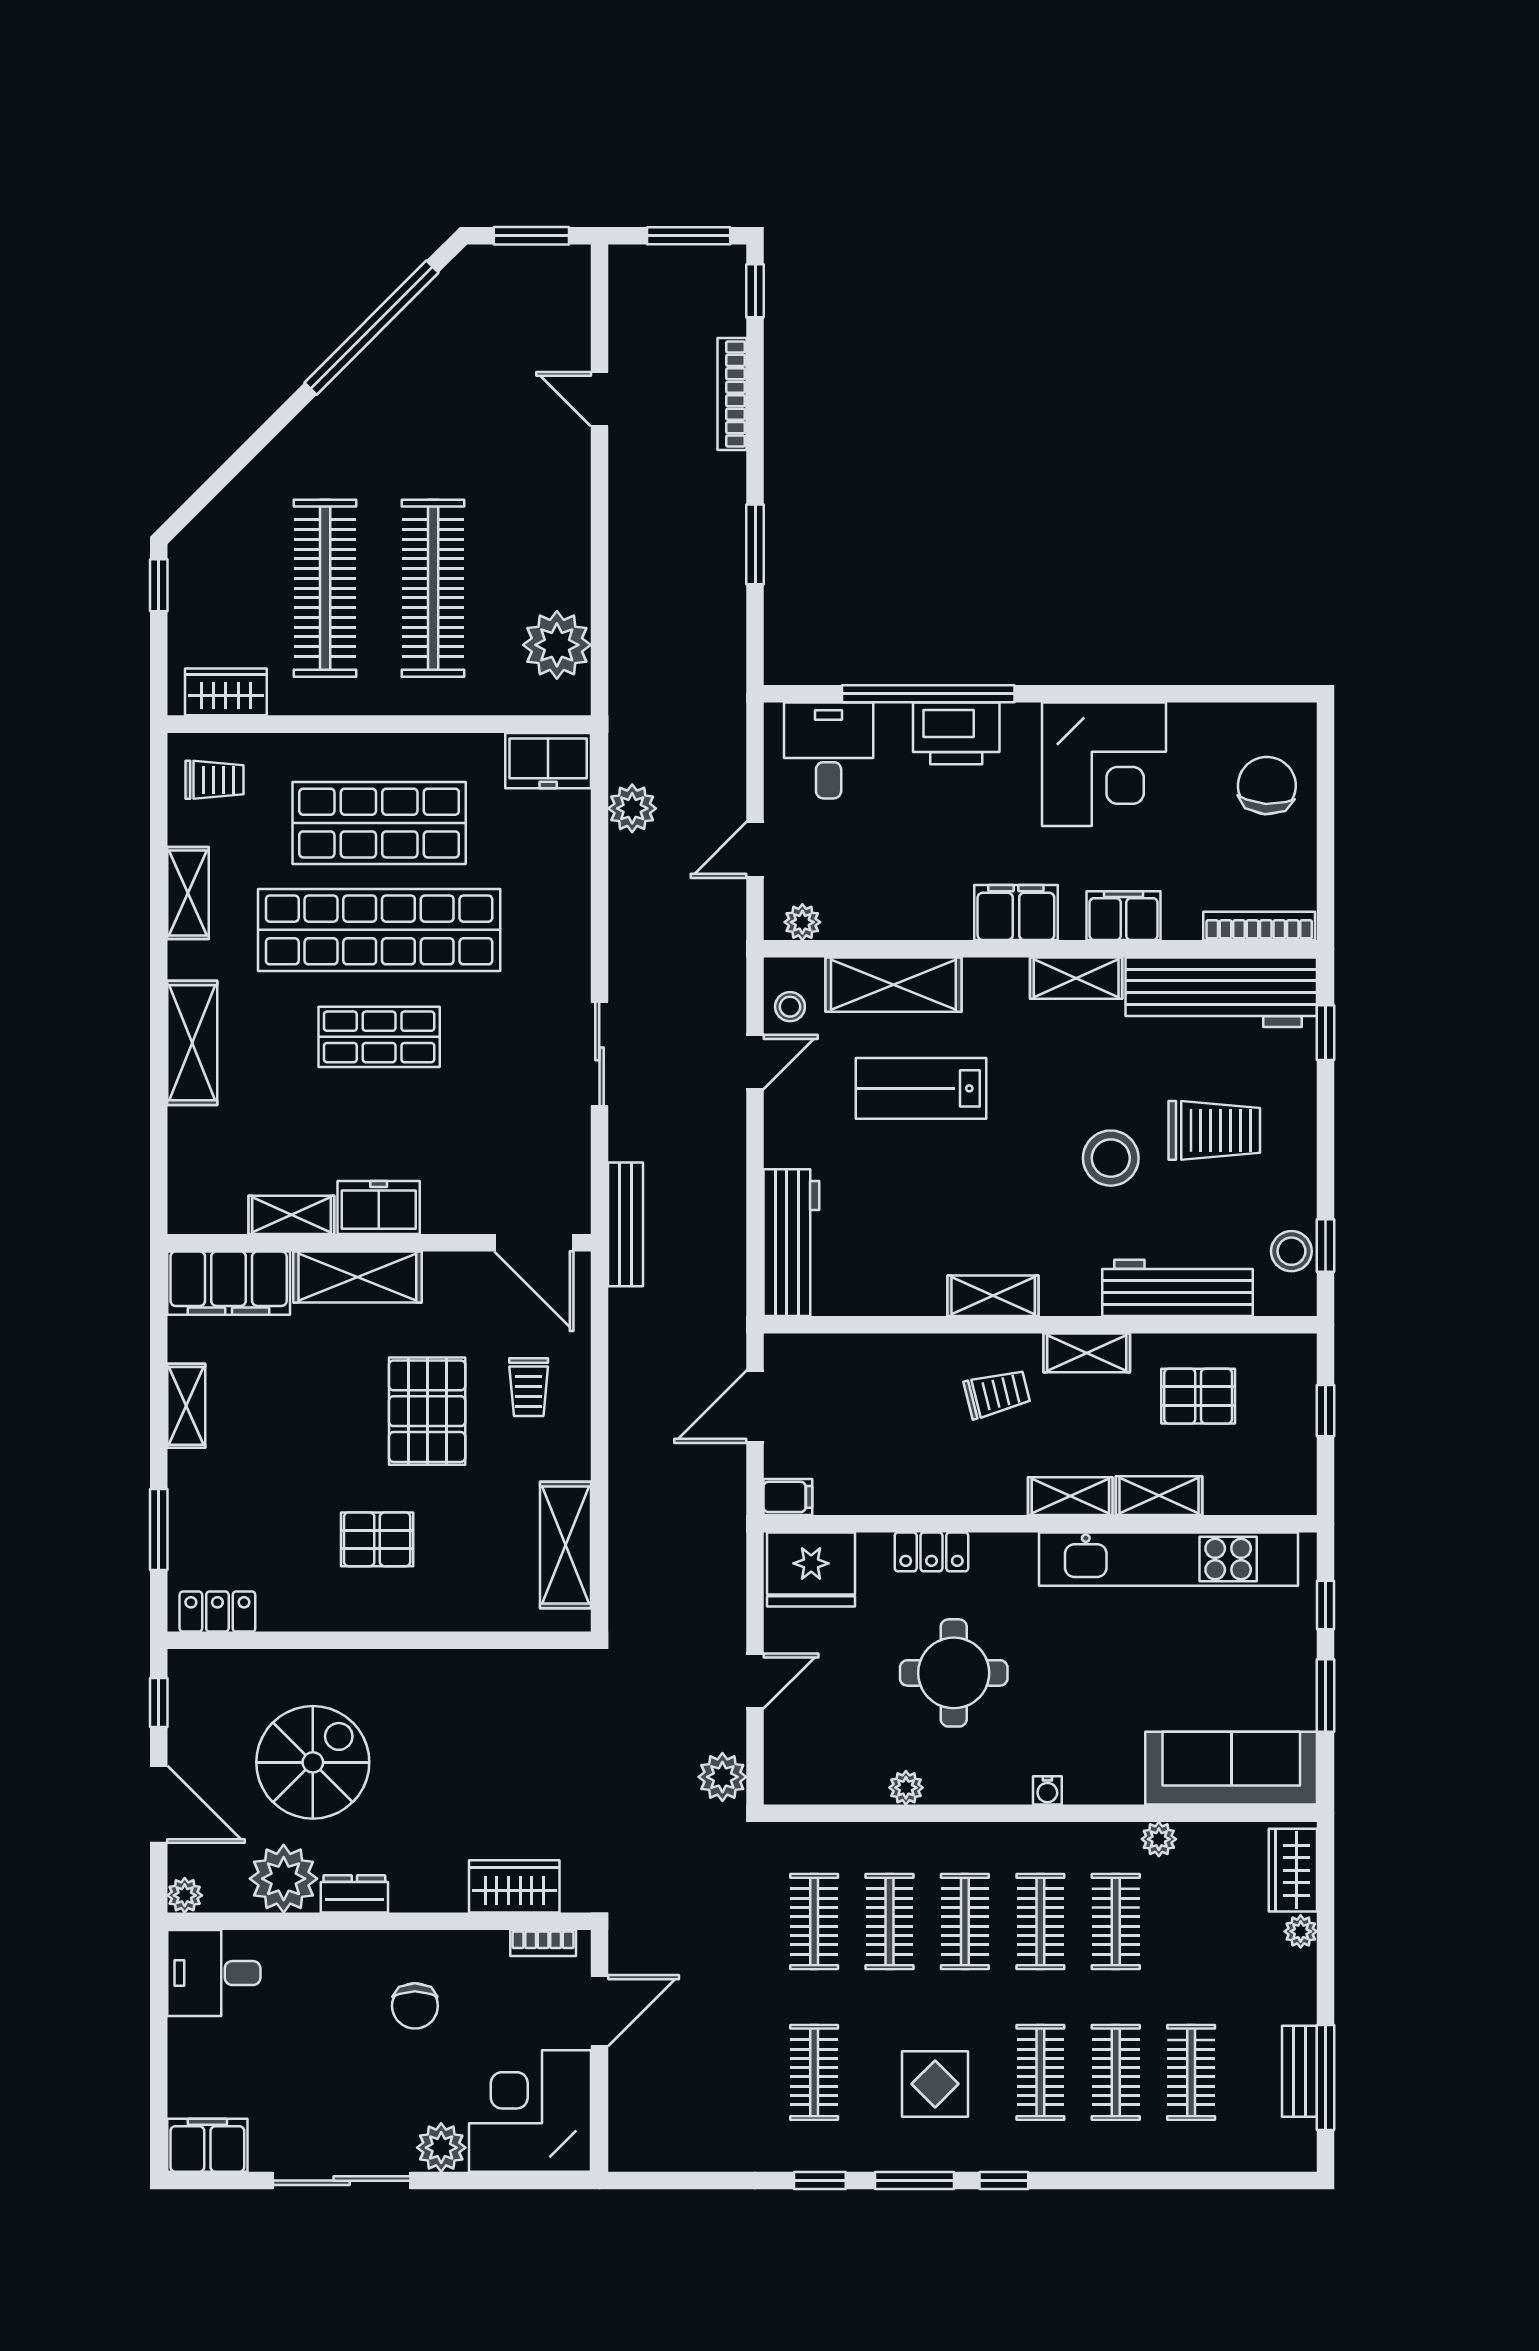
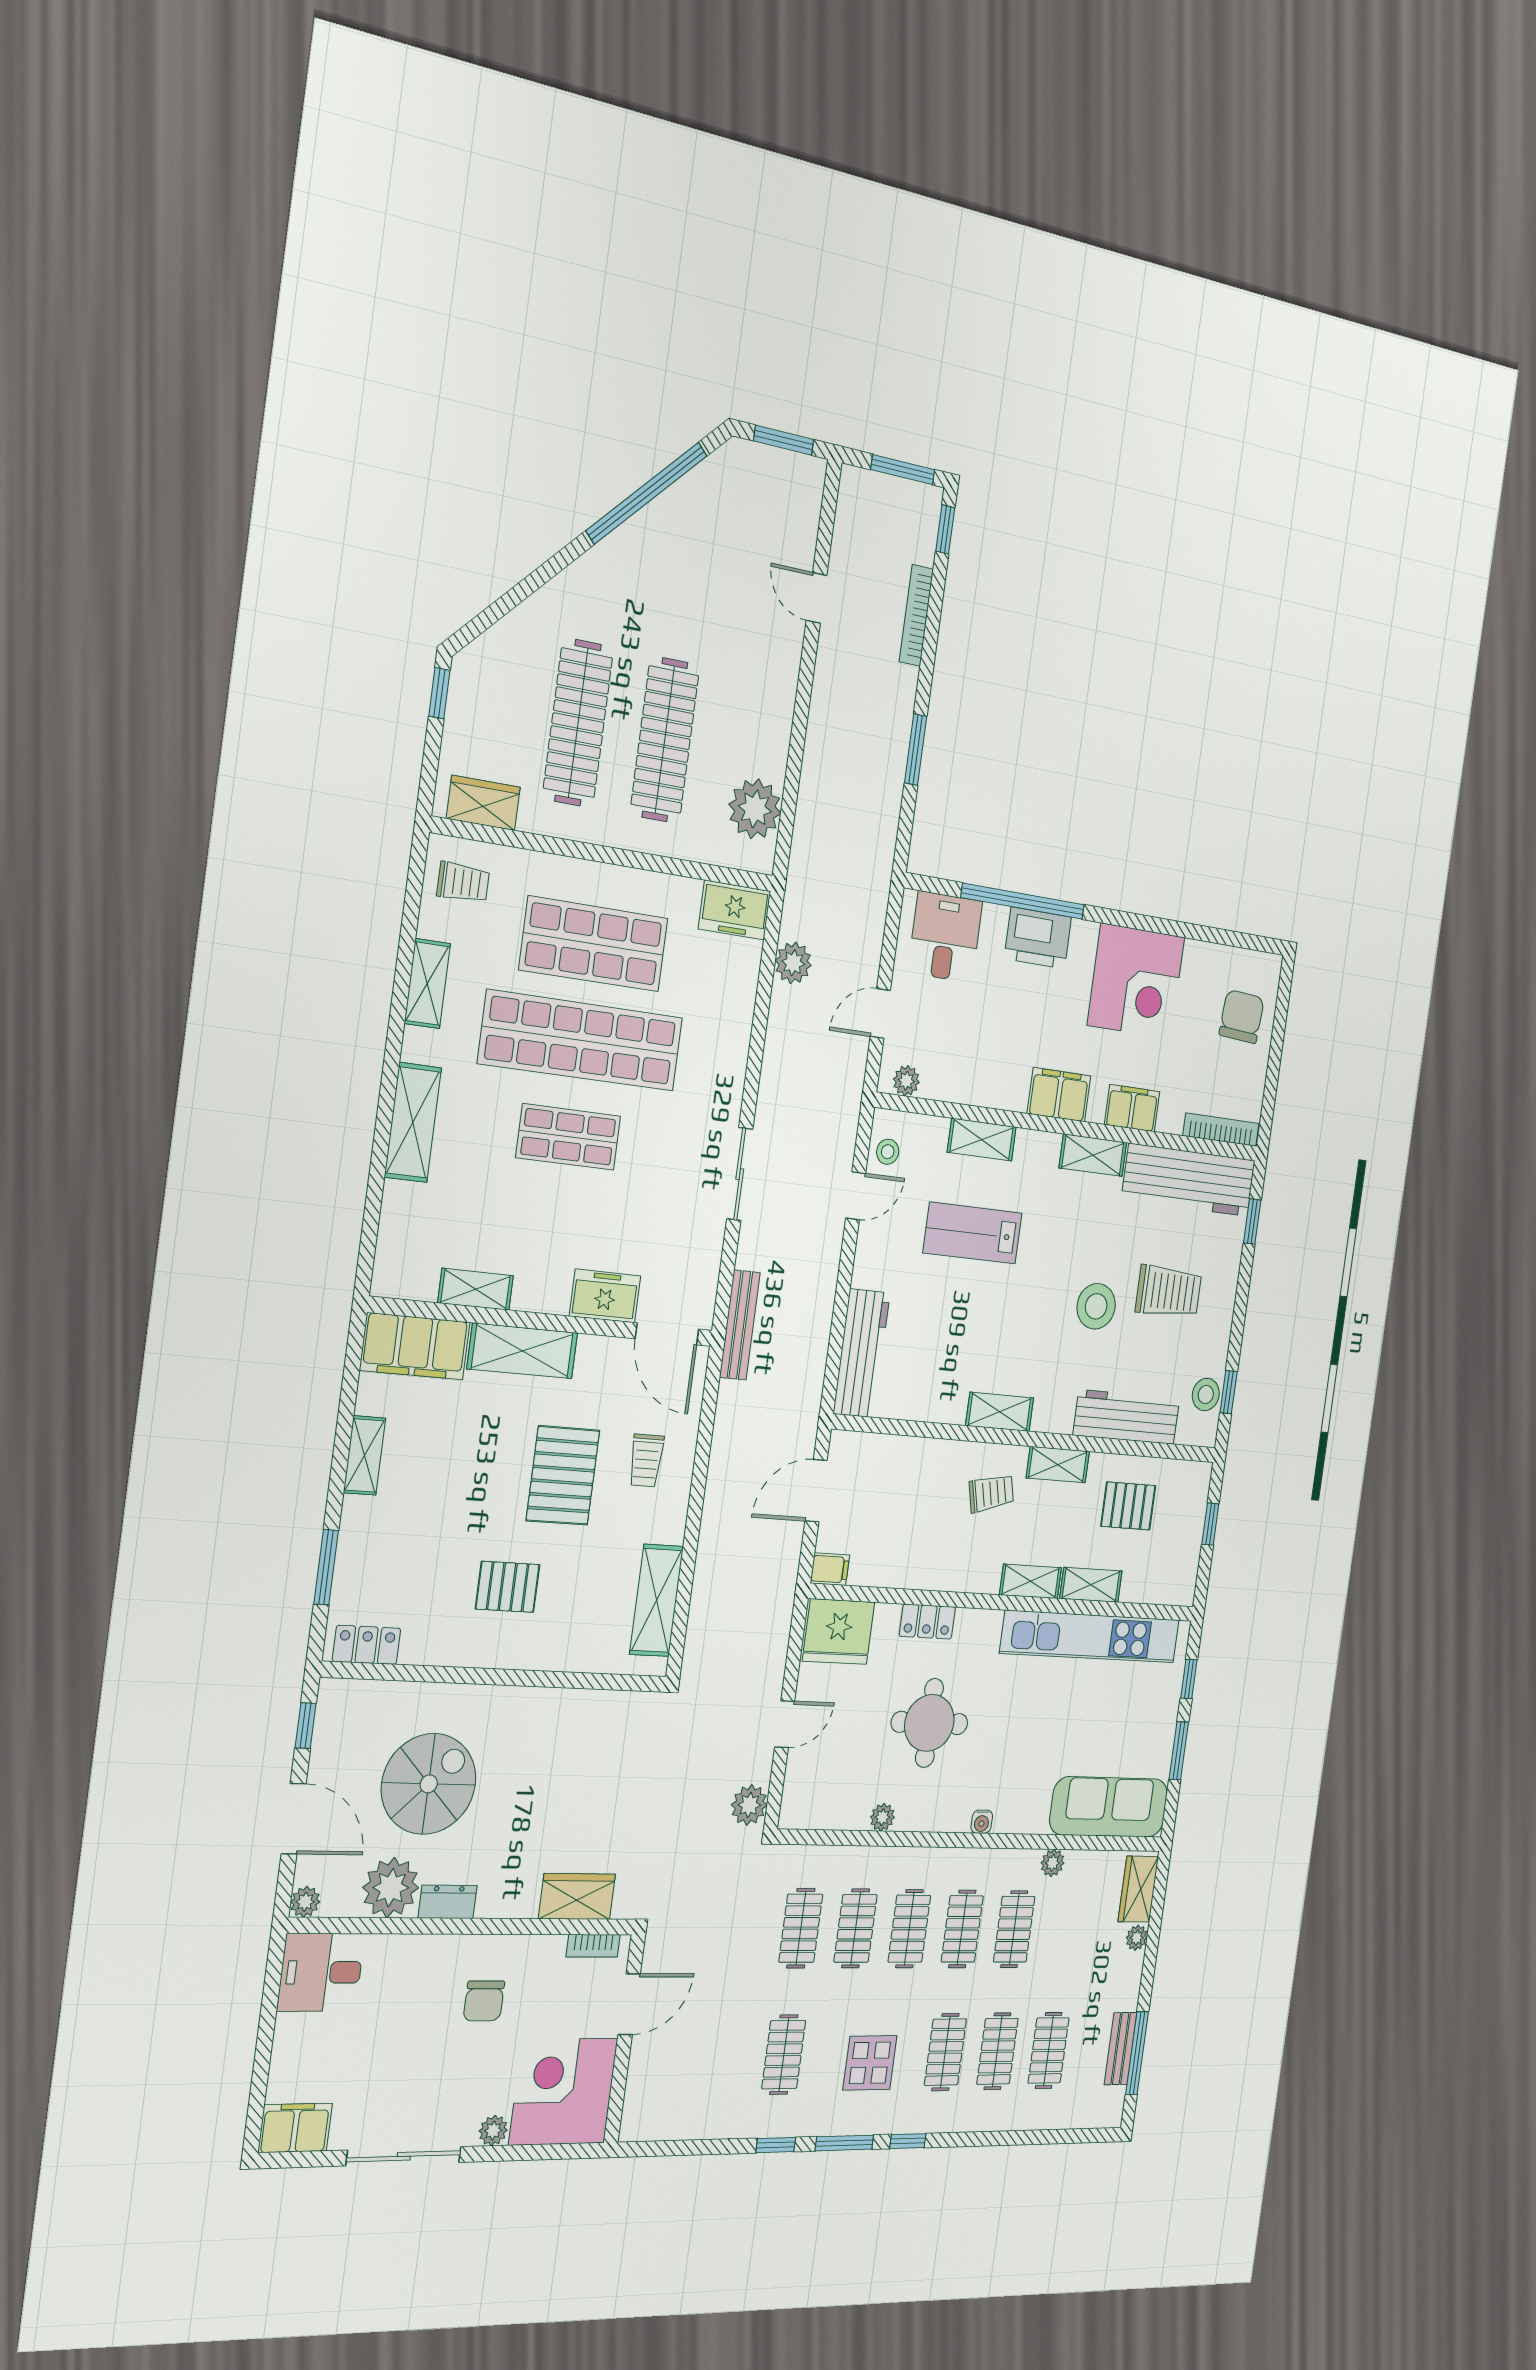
shelving: (893, 985) -> (982, 1140), width x0.67, depth x0.75
freezer: (379, 1207) -> (605, 1296), moved
plant: (441, 2148) -> (493, 2131), width x0.73, depth x0.73

